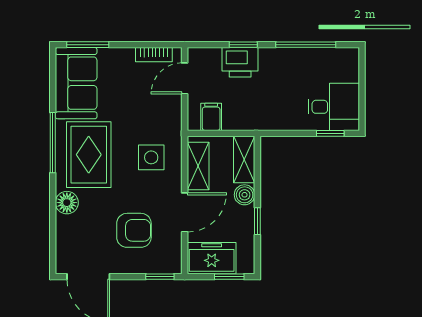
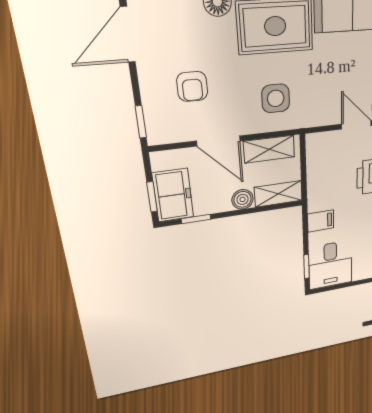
filing cabinet: (211, 117) -> (321, 221), moved
window: (257, 221) -> (196, 219), moved
armchair: (134, 230) -> (192, 86), width x0.72, depth x0.72
freezer: (212, 258) -> (173, 195), moved

